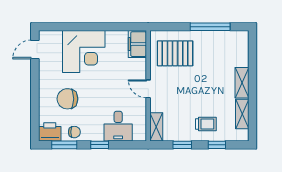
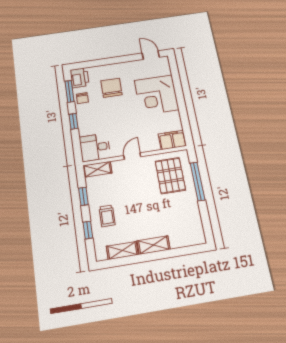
window: (210, 27) -> (198, 181), moved
desk: (118, 126) -> (95, 147), moved

